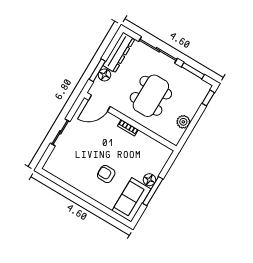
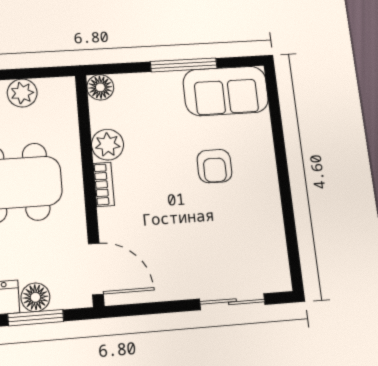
sliding door: (60, 132) -> (232, 302), moved
plant: (142, 140) -> (108, 145), added
floor lamp: (149, 180) -> (100, 87), moved

